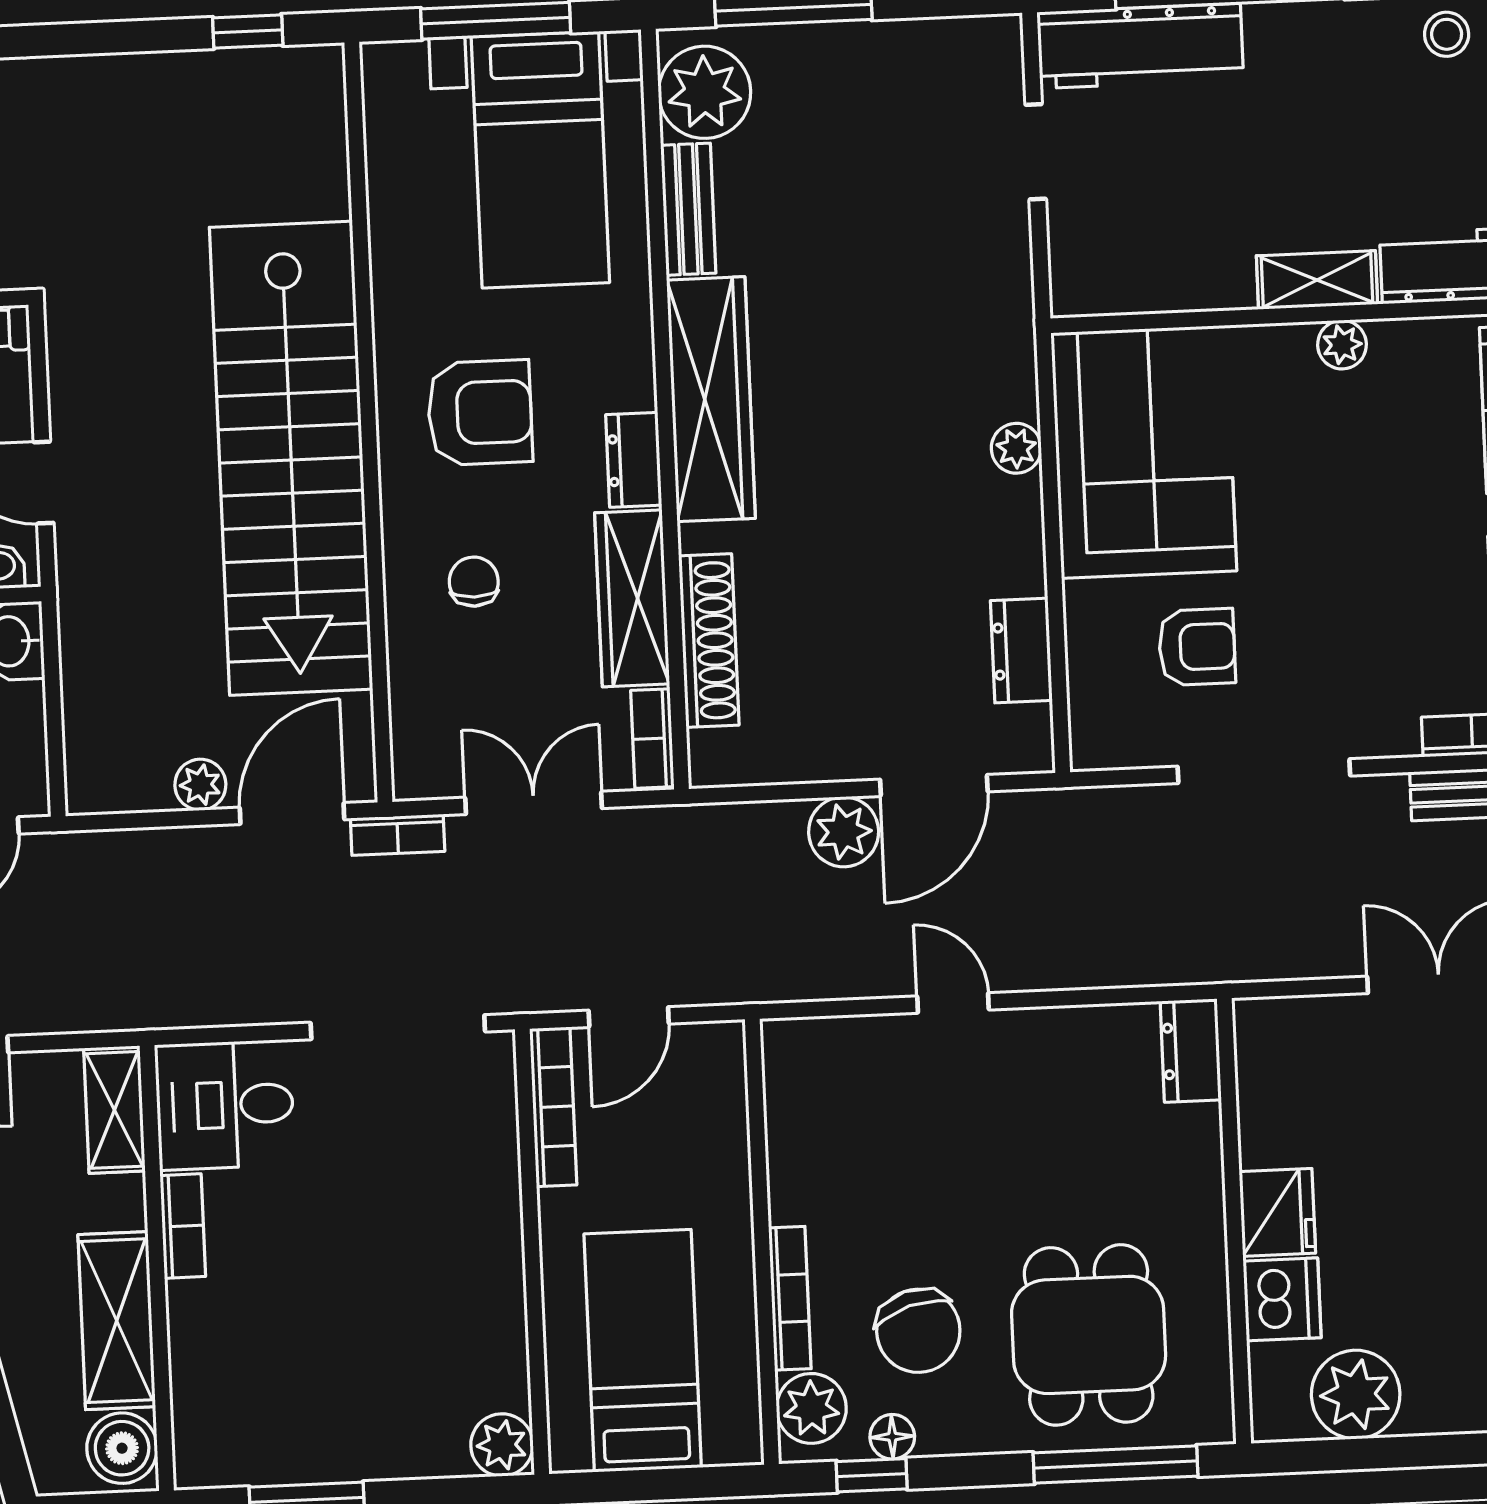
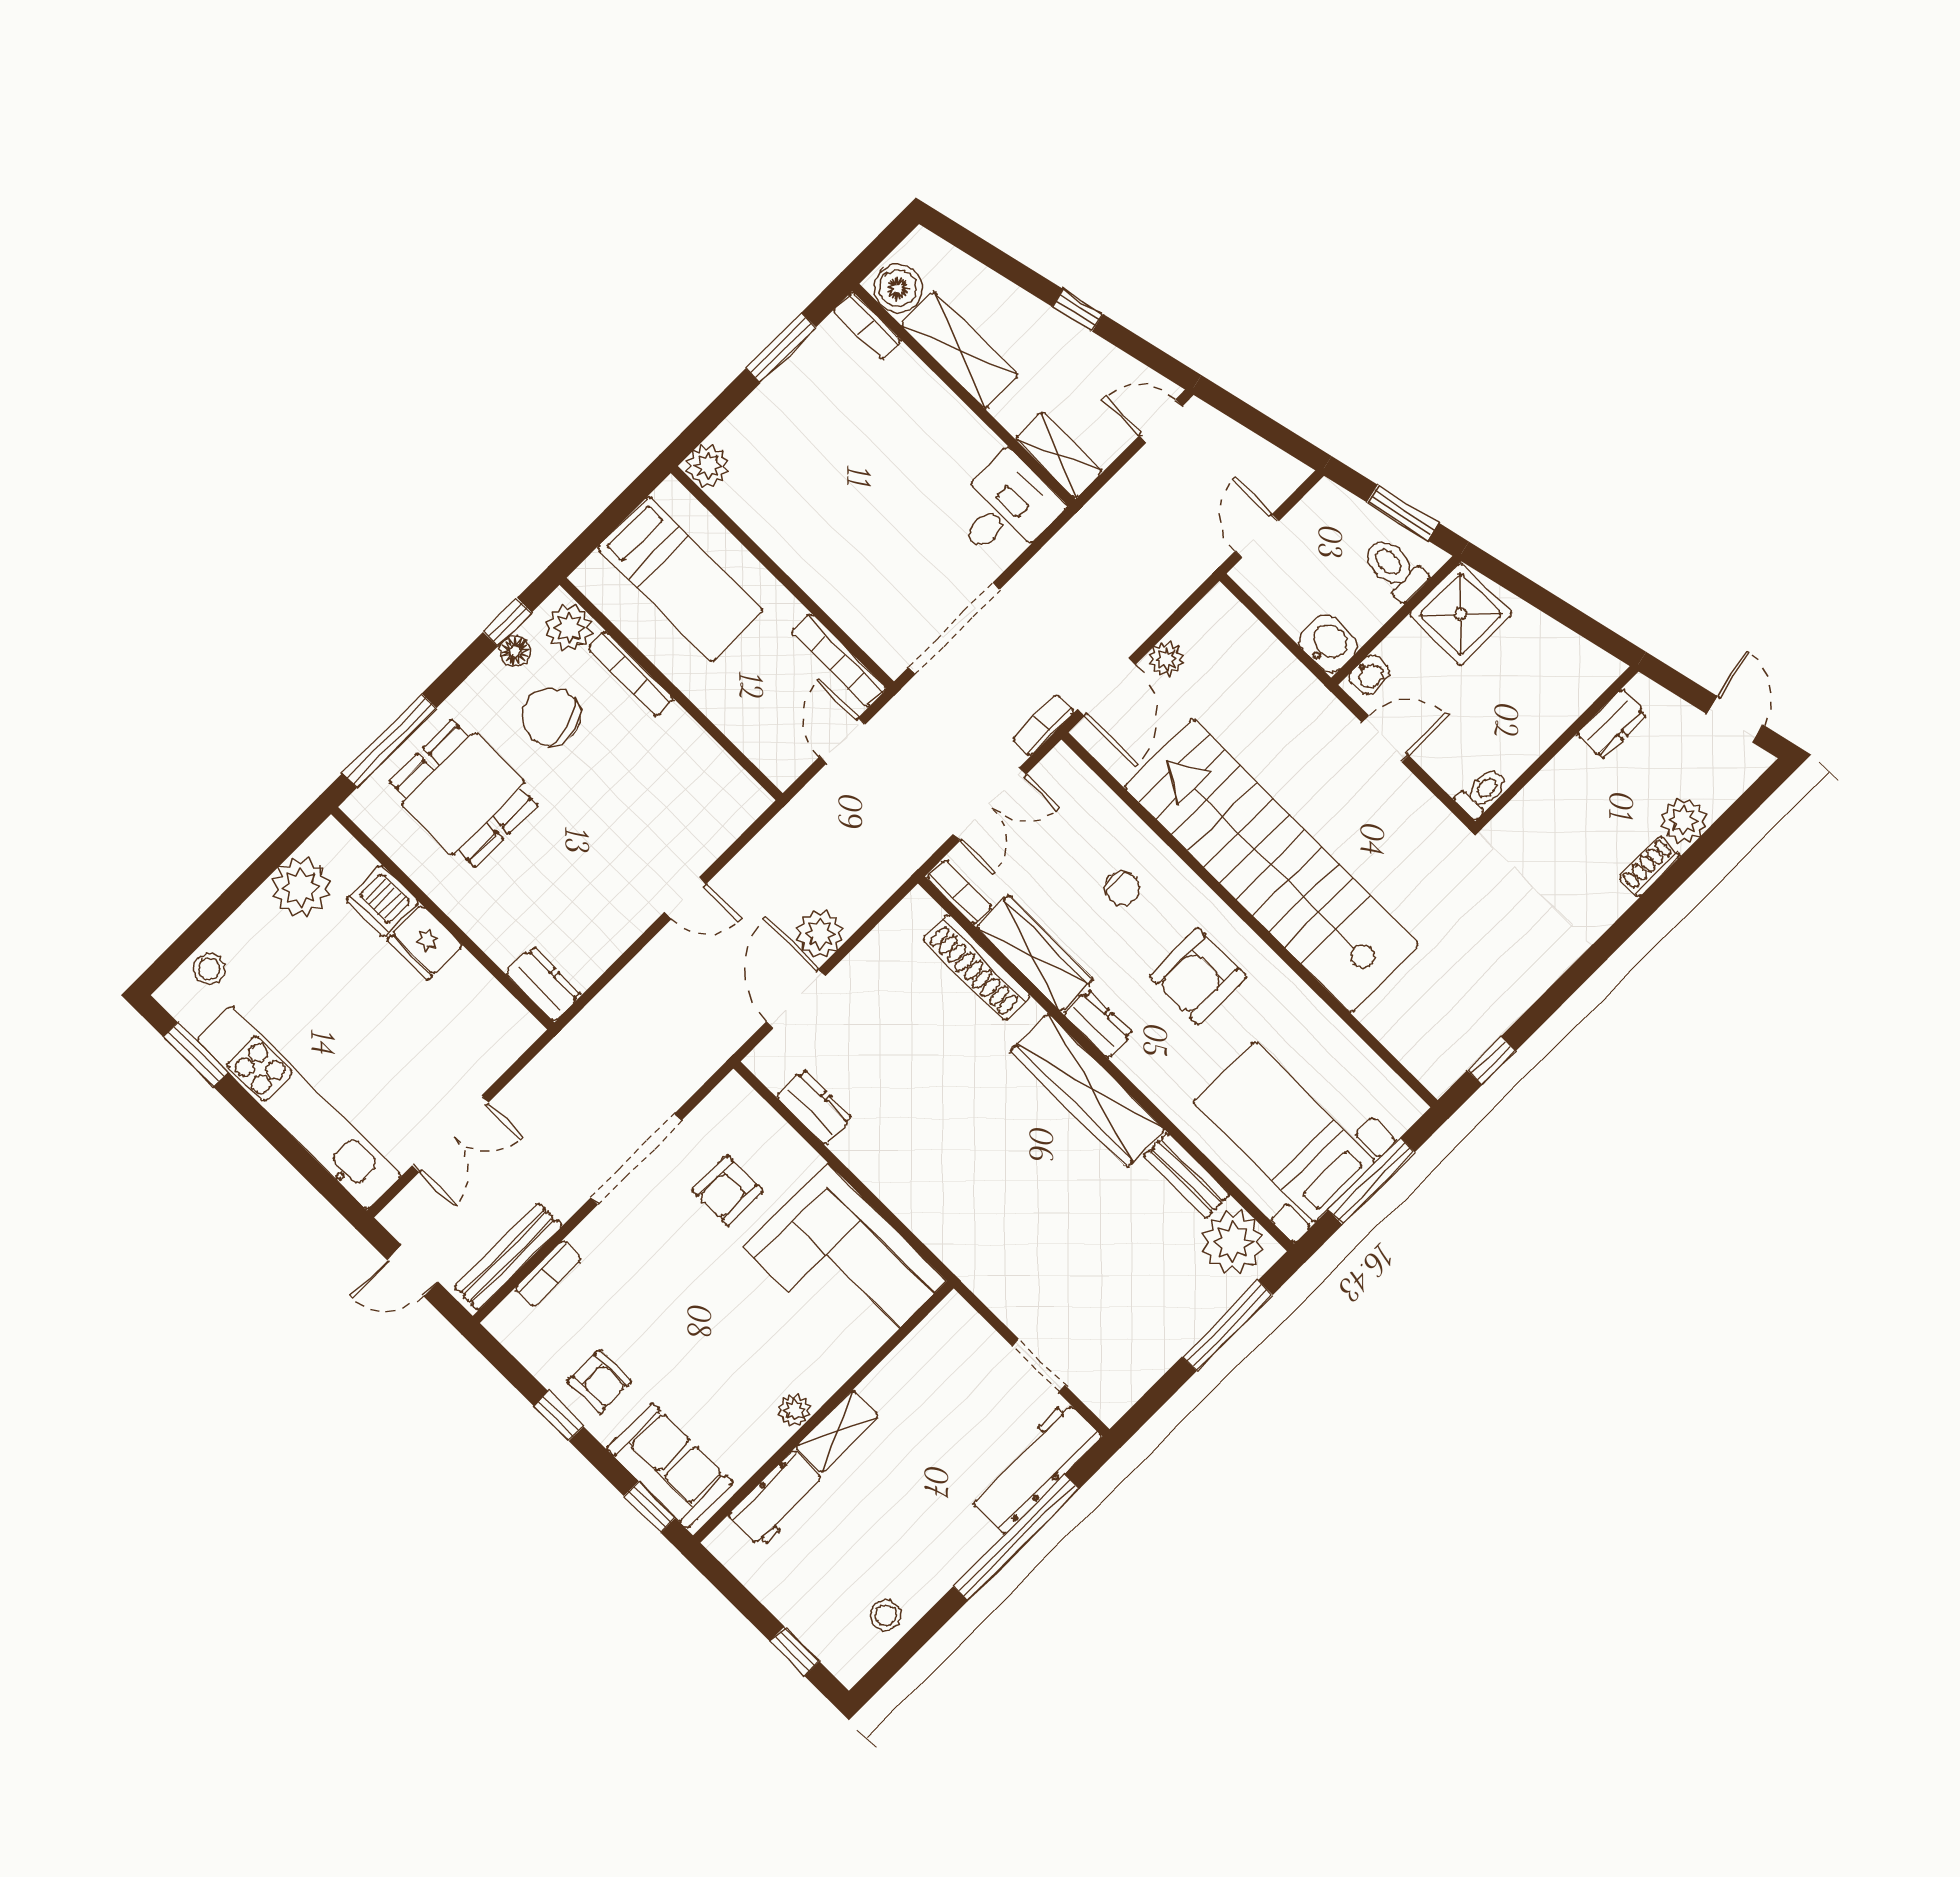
plant: (1016, 448) -> (911, 1207), removed
bookcase: (183, 1226) -> (867, 326), moved

